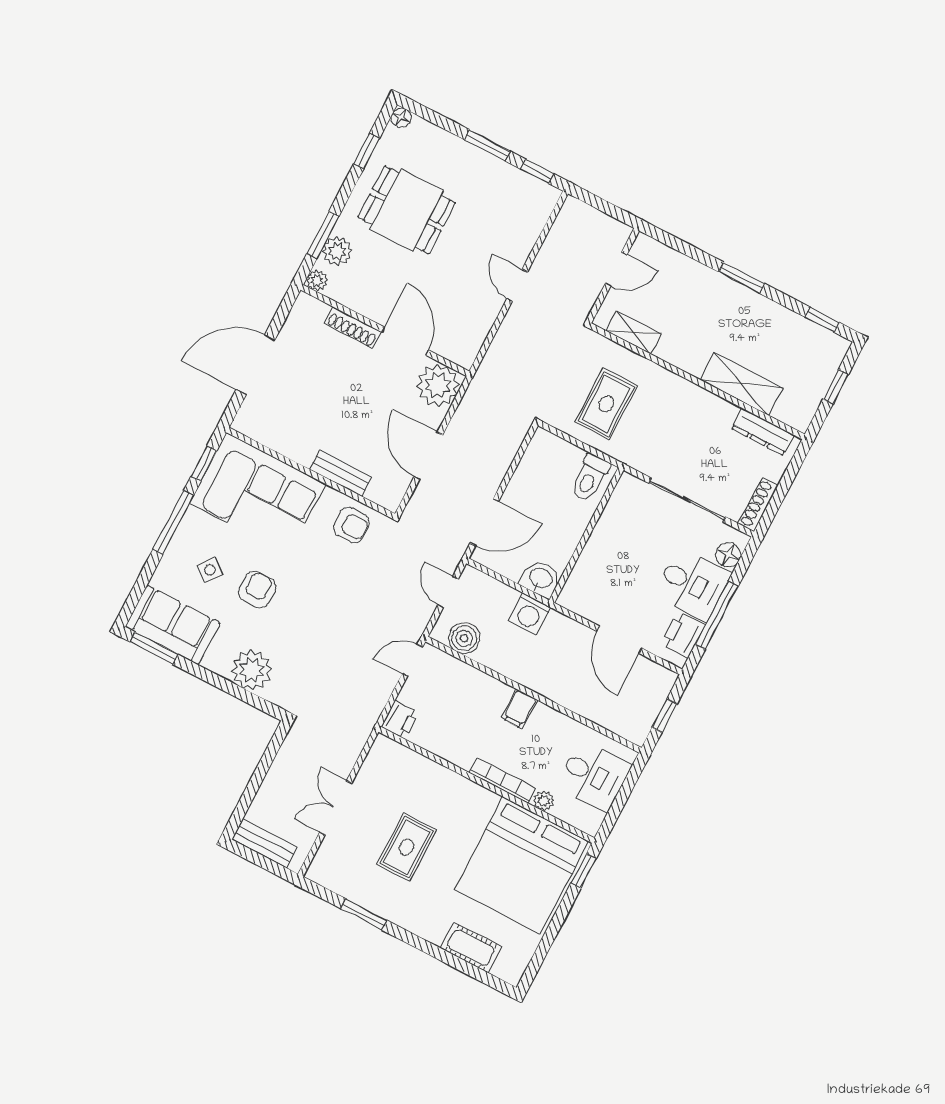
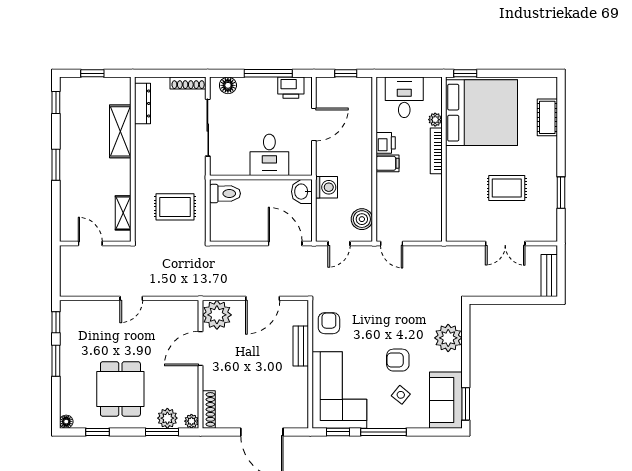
shoe rack: (353, 327) -> (209, 409), moved
desk: (692, 584) -> (269, 155), moved, turned 180
printer: (400, 720) -> (386, 143), moved, turned 90

